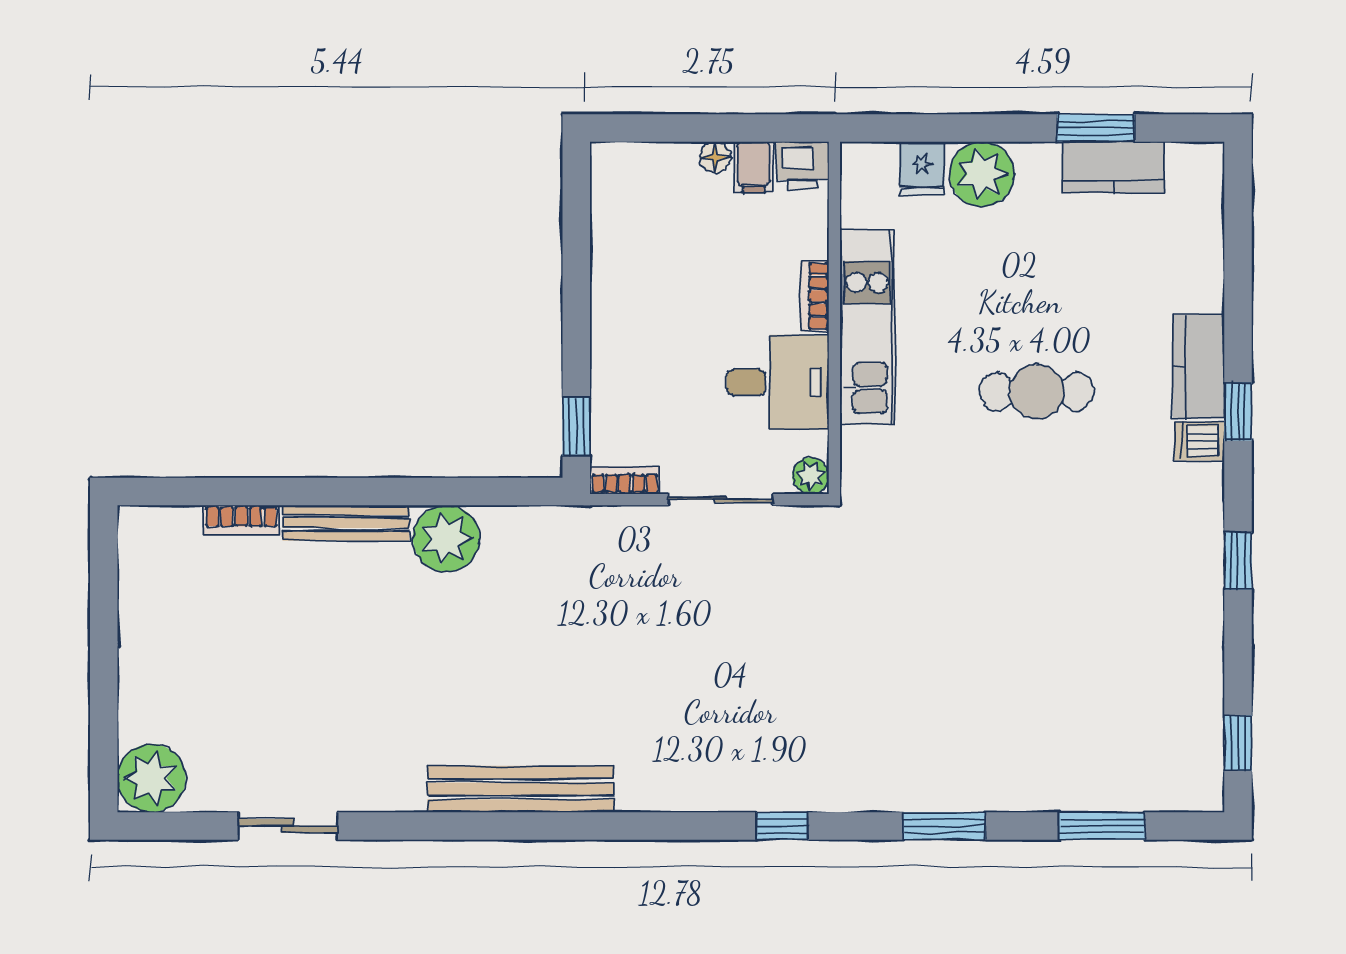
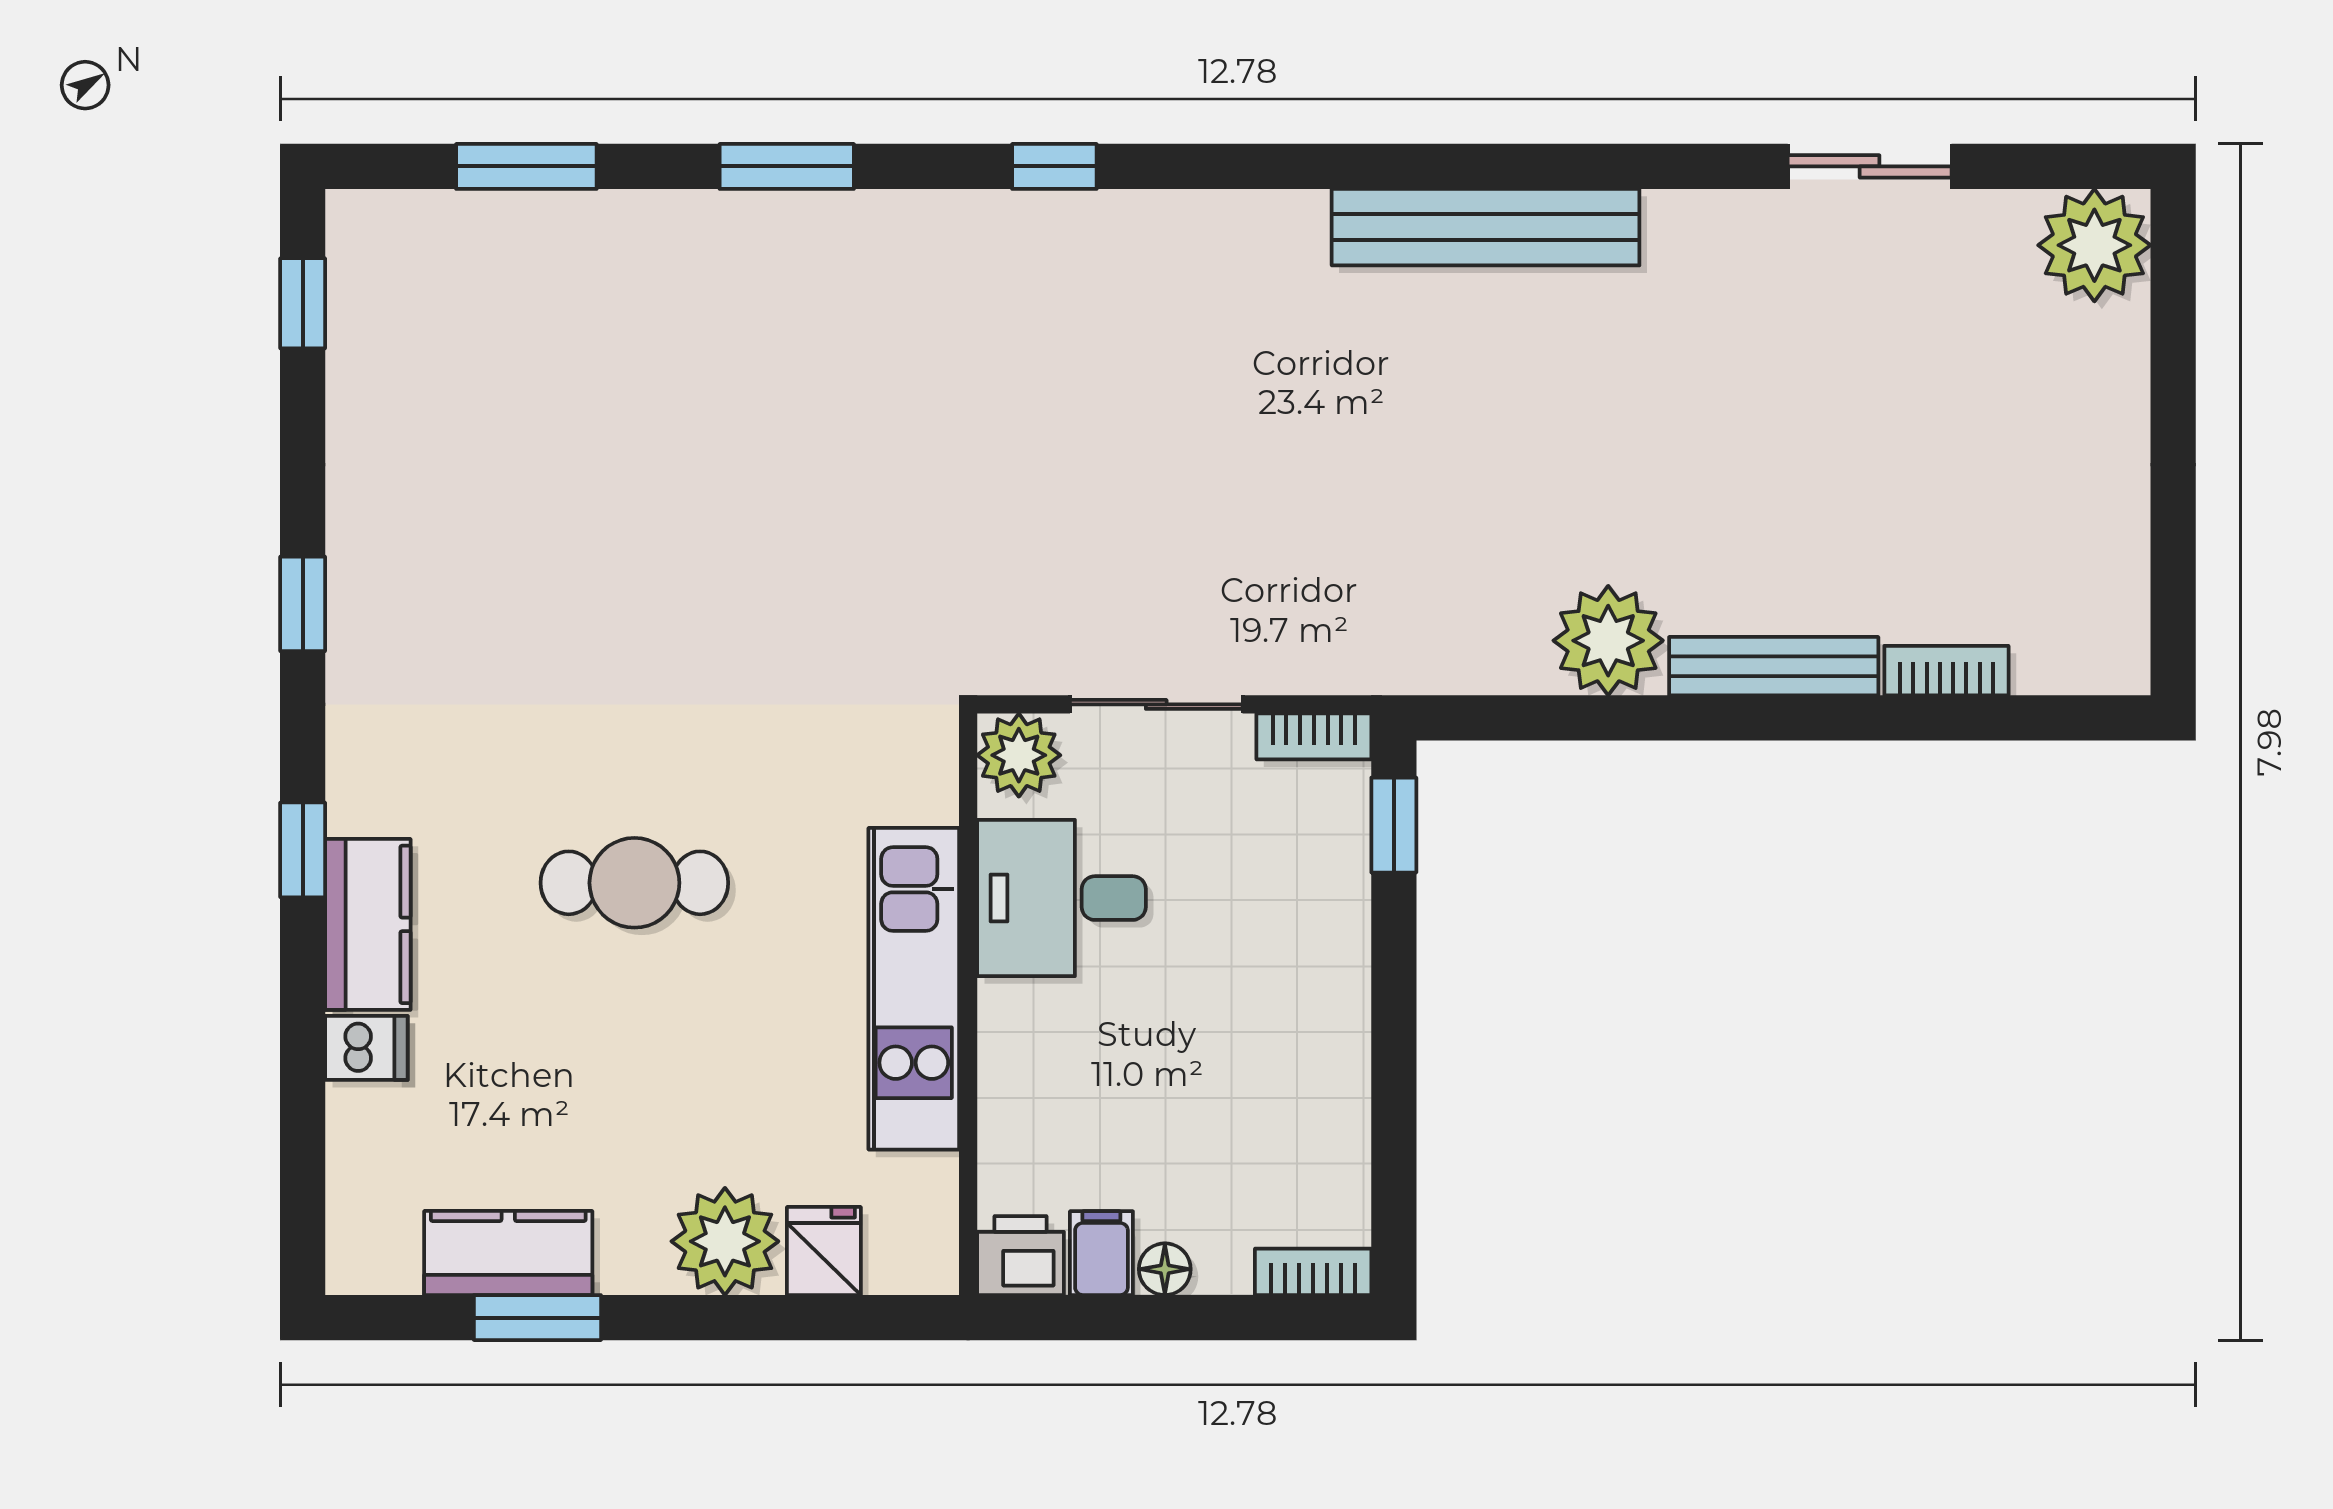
bookcase: (815, 296) -> (1313, 1272), moved, turned -90
dishwasher: (1199, 441) -> (366, 1048), moved
plant: (811, 476) -> (1019, 755), width x1.38, depth x1.38

